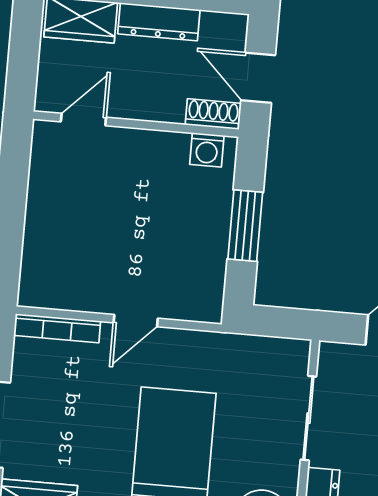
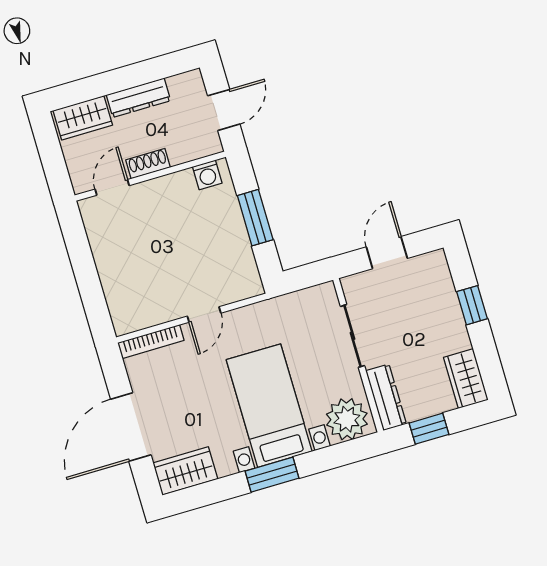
door: (258, 78) -> (224, 110), swing flipped
shoe rack: (213, 114) -> (148, 164), moved

